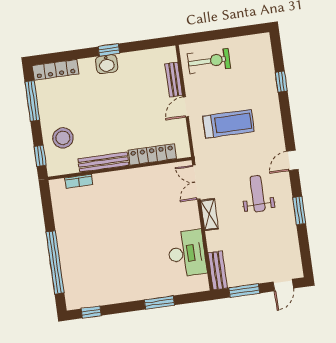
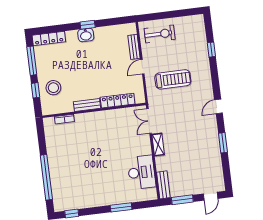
window: (40, 156) -> (35, 90), moved
bench: (103, 162) -> (87, 105), width x0.73
weight bench: (257, 194) -> (193, 130), removed

